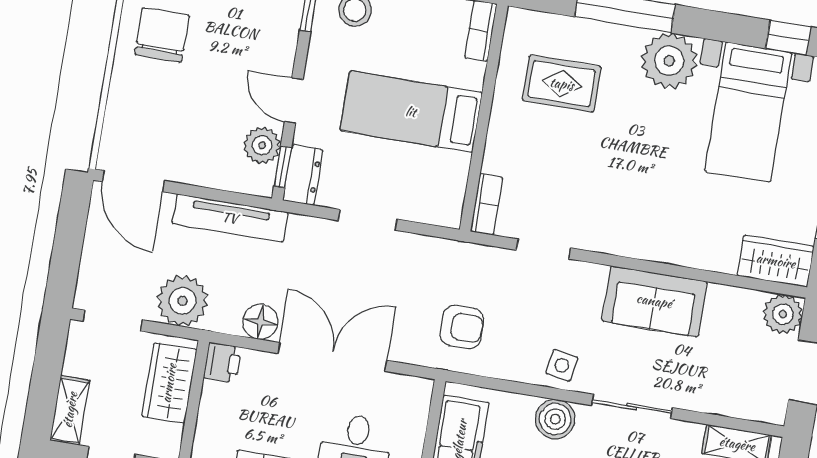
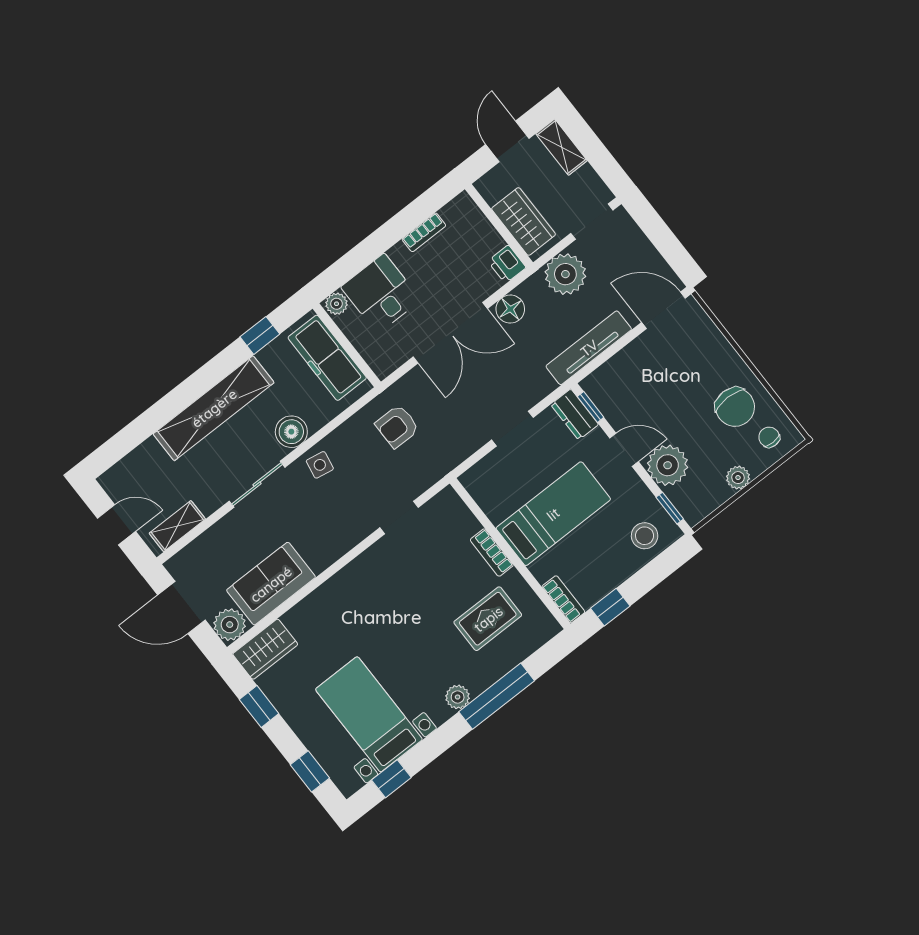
plant: (669, 61) -> (458, 697), width x0.53, depth x0.53
plant: (262, 145) -> (668, 465), moved, width x1.36, depth x1.36
bookcase: (487, 204) -> (492, 553), moved
sofa: (654, 301) -> (271, 584), moved

